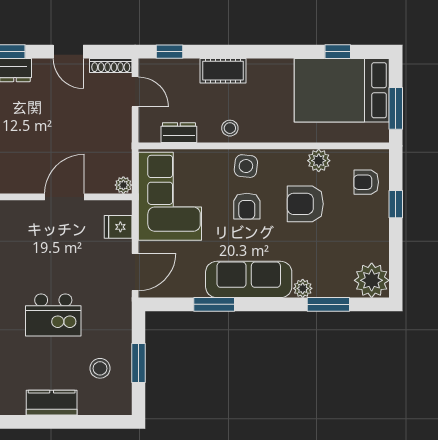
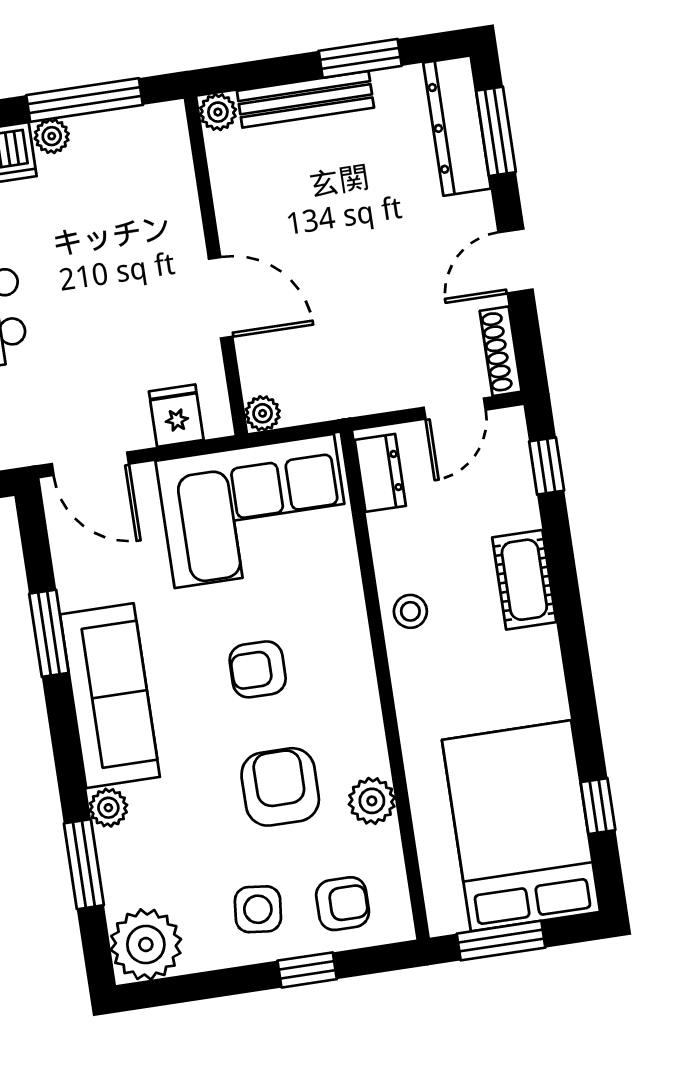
dresser: (179, 133) -> (380, 473), moved
side table: (246, 166) -> (258, 909), moved
armchair: (366, 182) -> (343, 904), turned 90

